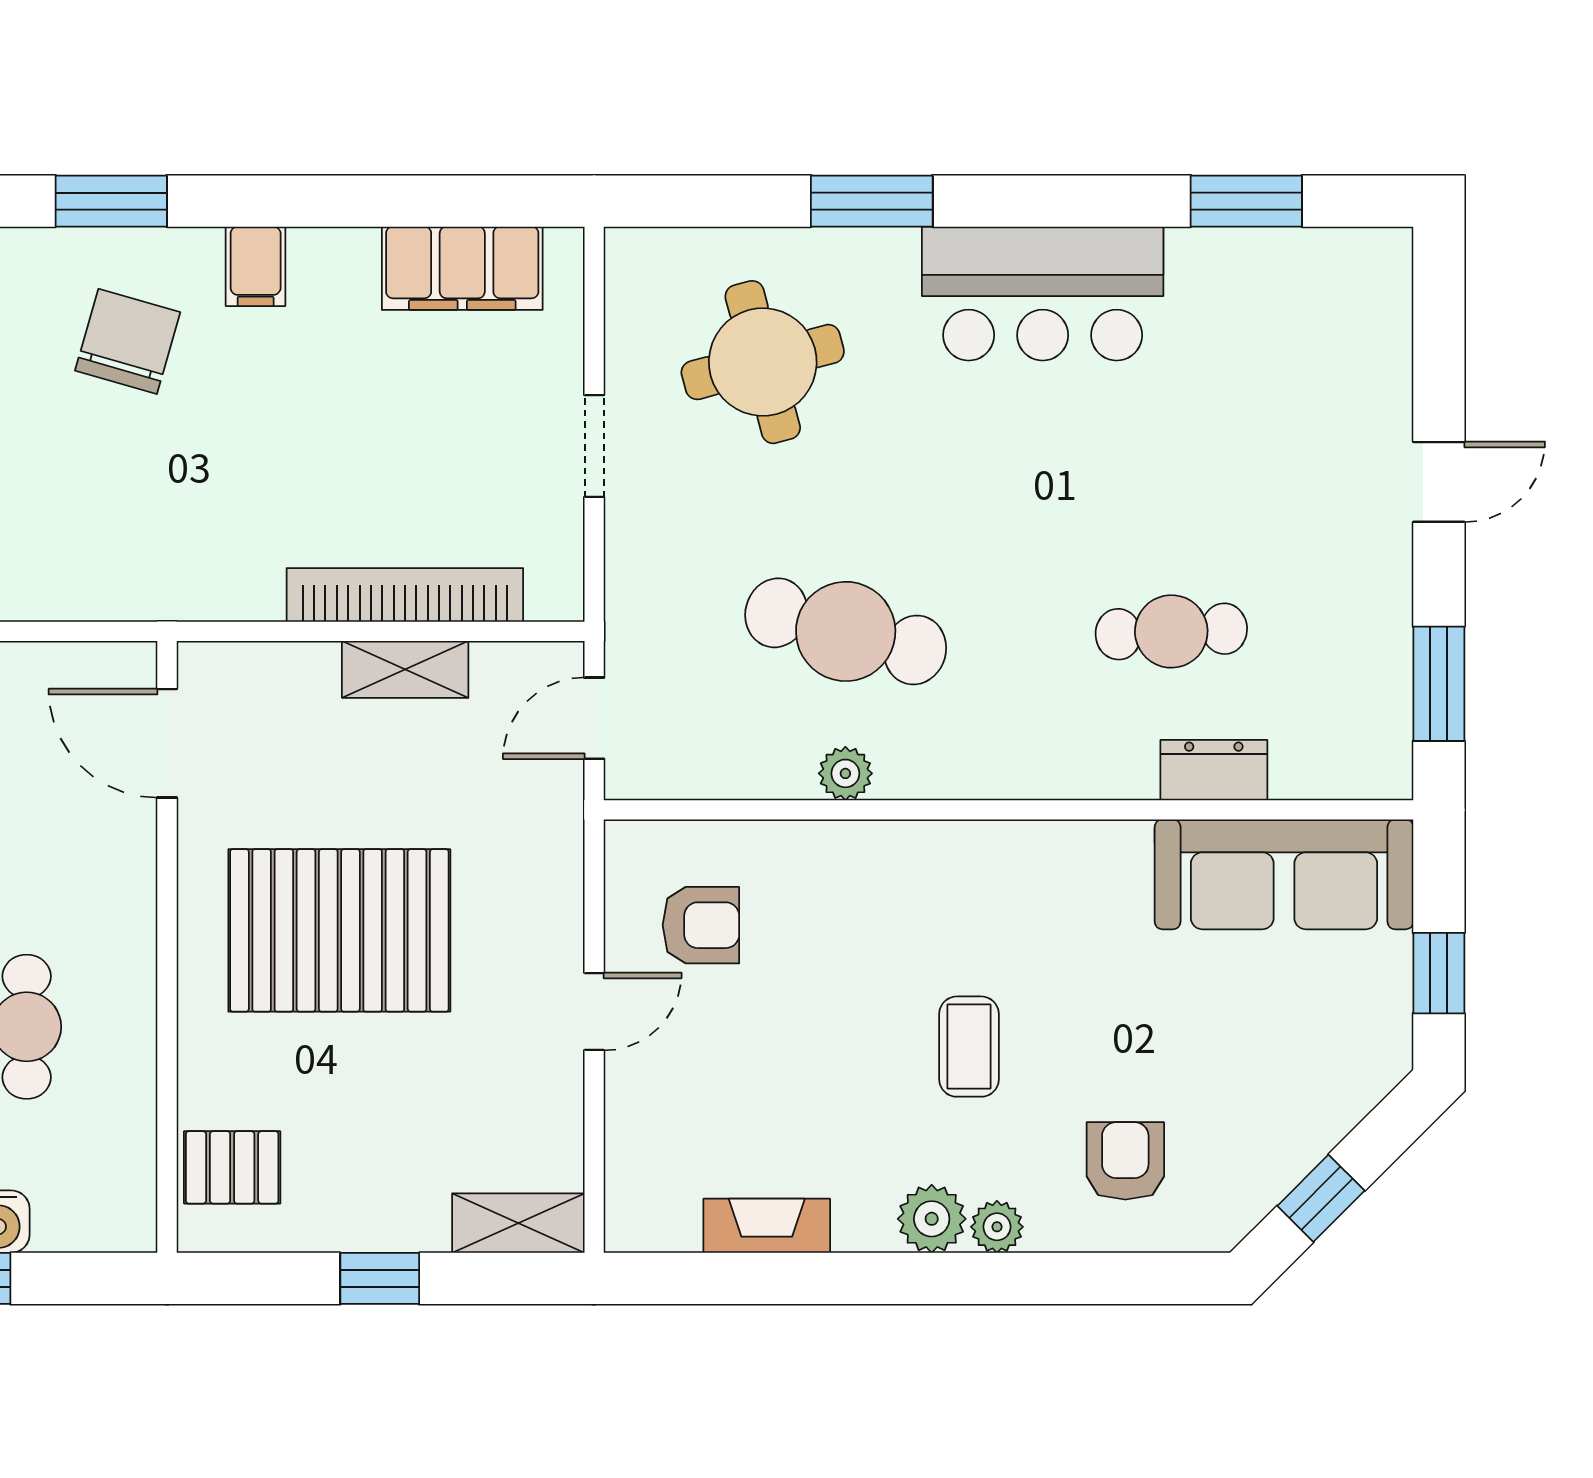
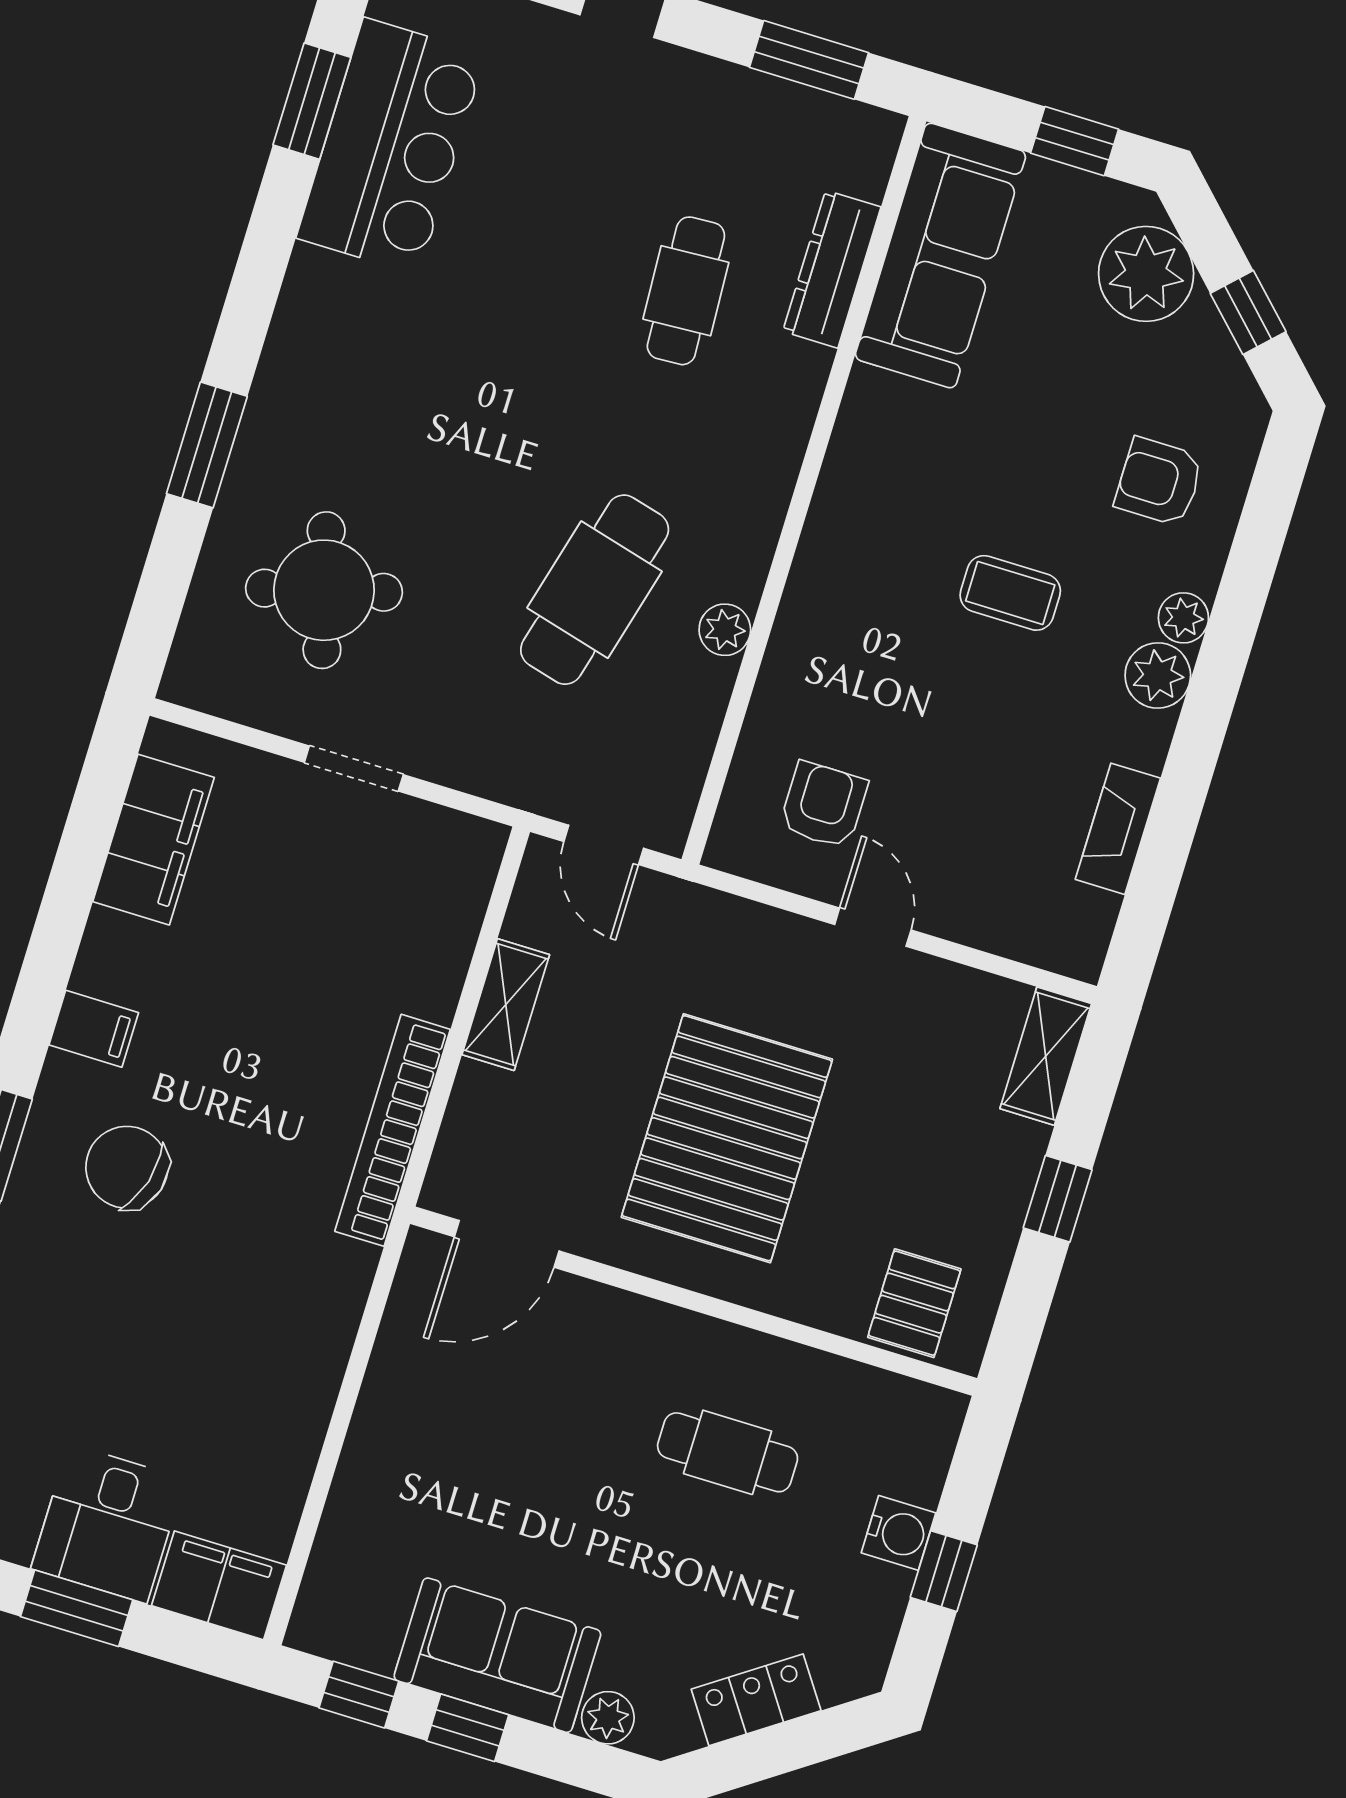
bar counter: (1043, 294) -> (391, 146), moved
bookcase: (405, 595) -> (393, 1130), moved
dresser: (1214, 770) -> (832, 269), width x1.44
plant: (1328, 1085) -> (1146, 274), added

